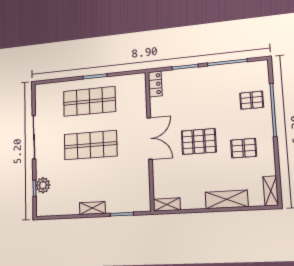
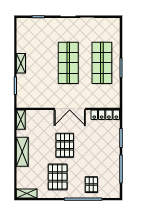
locker: (155, 84) -> (105, 115), width x1.53
pallet: (244, 148) -> (58, 177), width x1.50, depth x1.42
plant: (43, 185) -> (40, 24), removed
shelving: (227, 199) -> (22, 152), moved

